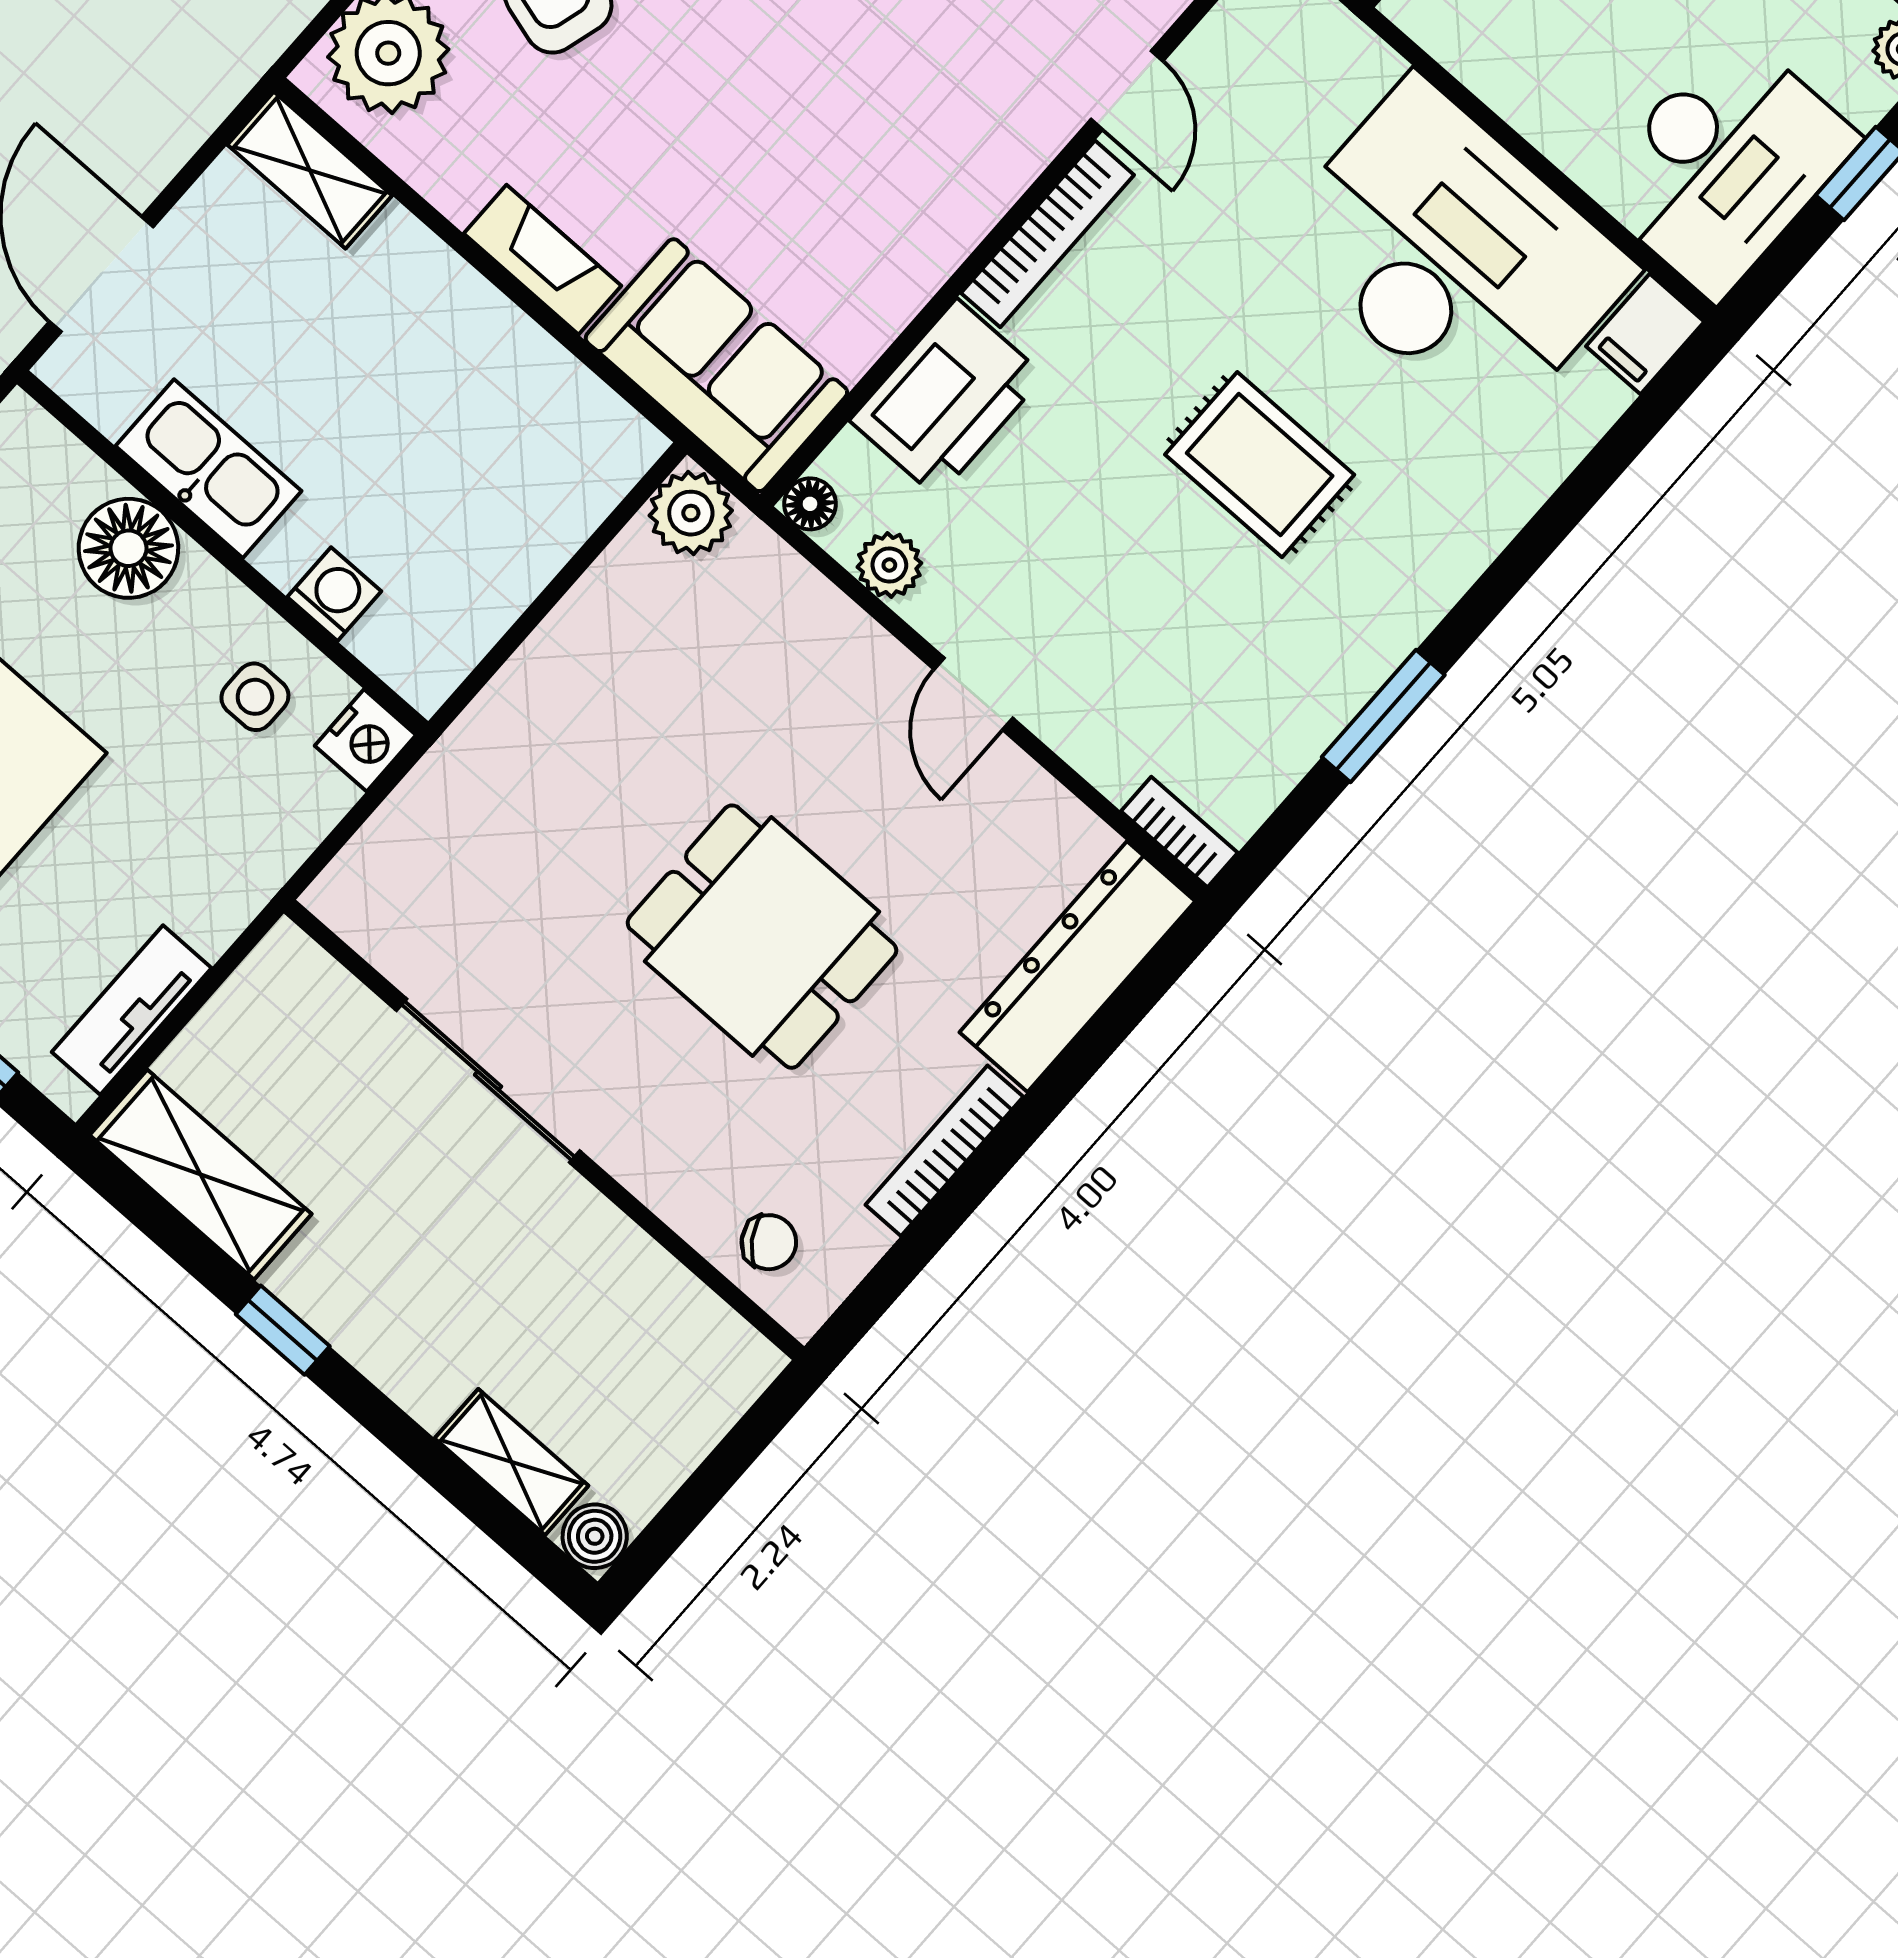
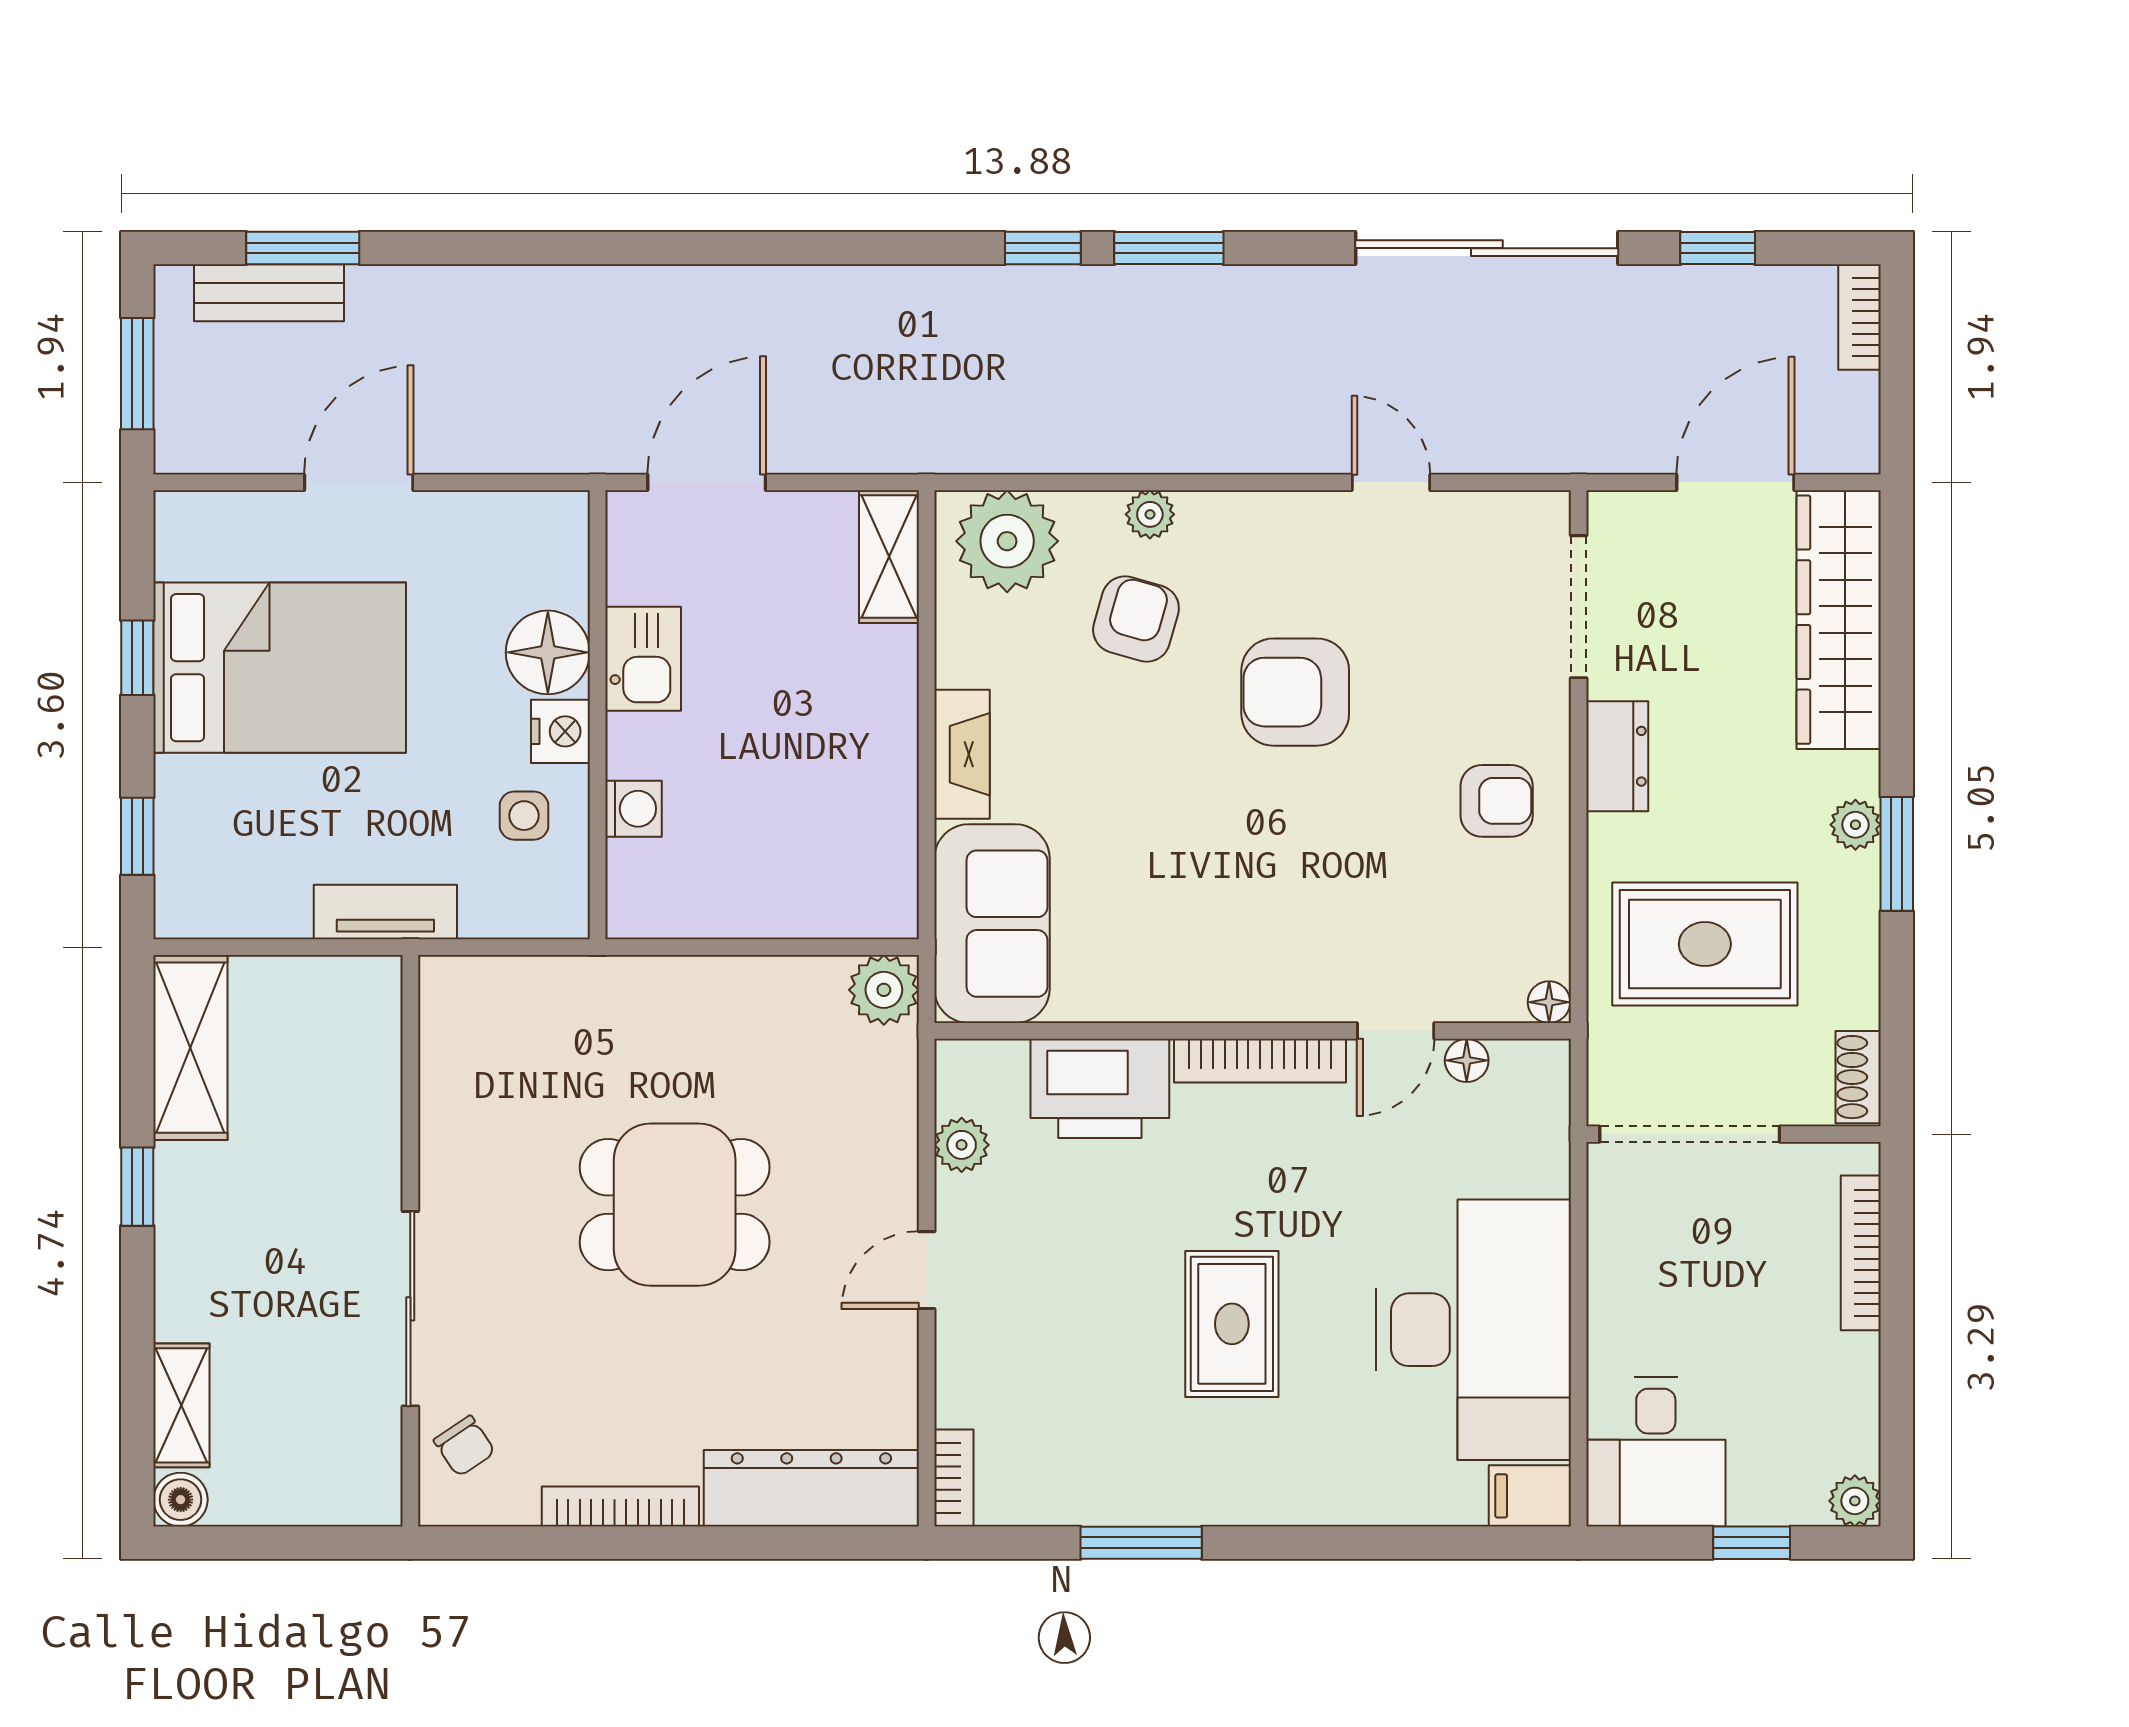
desk: (1724, 164) -> (1656, 1452), width x0.73
kitchen sink: (208, 469) -> (643, 659), width x0.73
floor lamp: (810, 504) -> (1467, 1060), moved
nightstand: (365, 740) -> (560, 731), moved, turned -90
dining table: (762, 937) -> (675, 1205), moved, turned 90
tv unit: (132, 1010) -> (385, 912), moved
sliding door: (488, 1081) -> (410, 1309), moved

